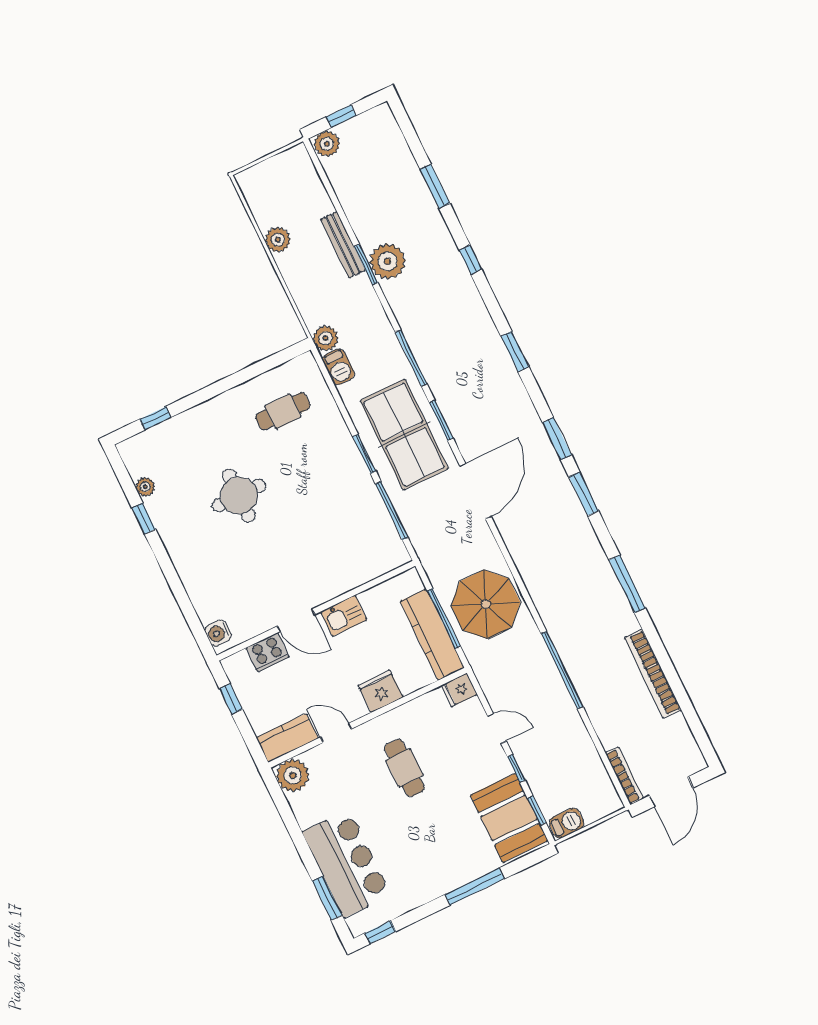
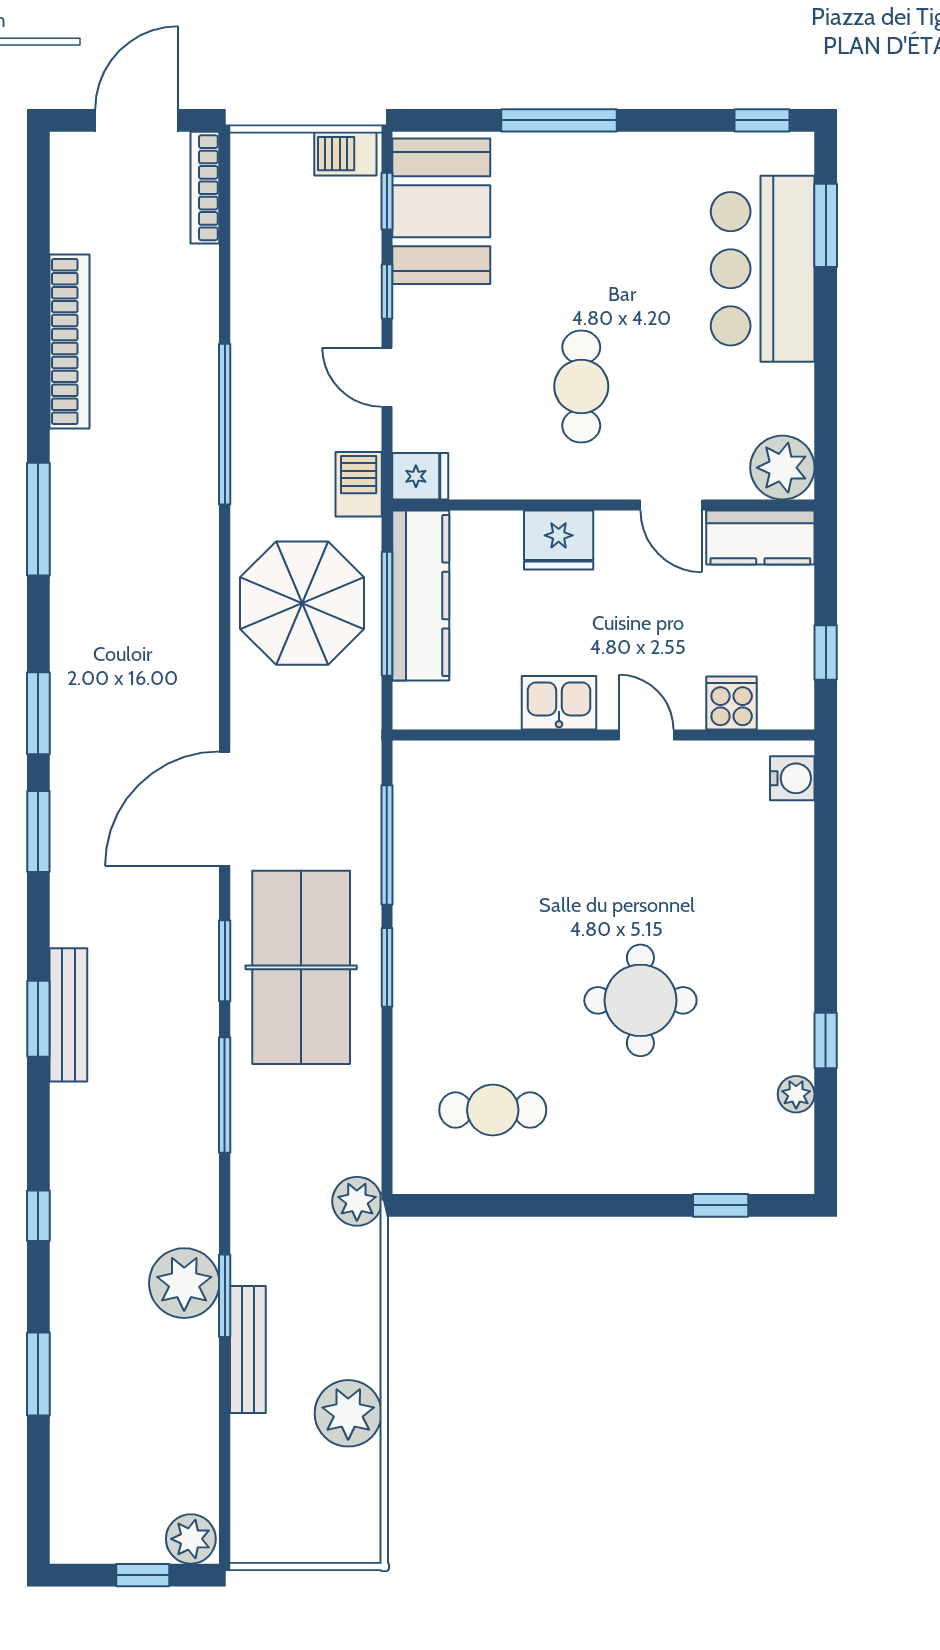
plant: (278, 240) -> (348, 1413), width x1.36, depth x1.36
bench: (502, 360) -> (68, 1015), added
barbecue: (338, 367) -> (359, 484), moved
door: (296, 620) -> (646, 735), width x0.73
cooker: (268, 652) -> (732, 703), width x0.73

